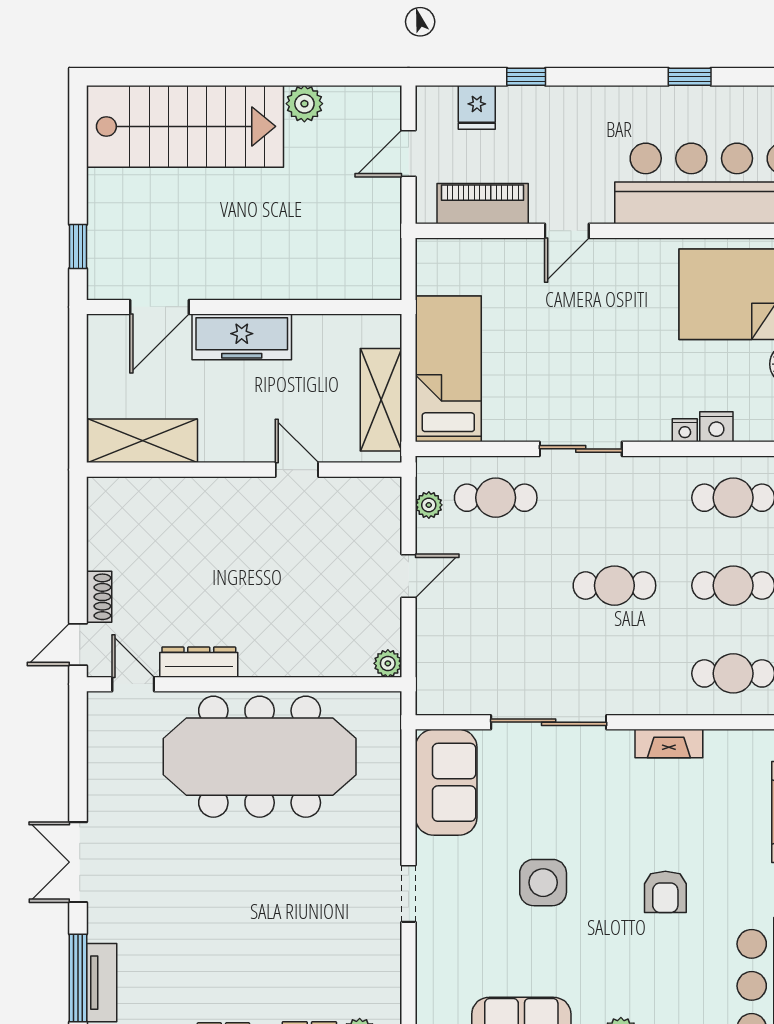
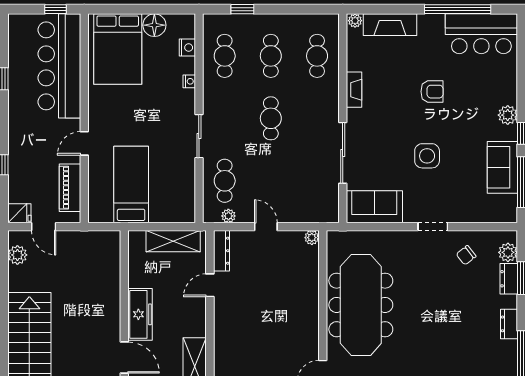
plant: (304, 104) -> (17, 255), moved
fridge: (477, 107) -> (19, 213), moved
door: (567, 231) -> (84, 143), swing flipped
bed: (448, 369) -> (131, 185), moved, turned 90
nightstand: (716, 427) -> (187, 48), moved
dresser: (199, 662) -> (222, 251), moved, turned 180
chair: (354, 957) -> (466, 255), added

